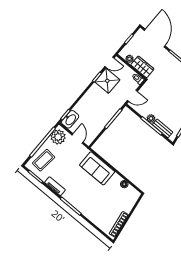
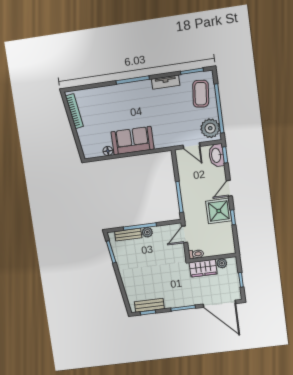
door: (109, 62) -> (229, 188), moved
shower: (107, 81) -> (219, 211), moved
sofa: (97, 168) -> (132, 141), moved

